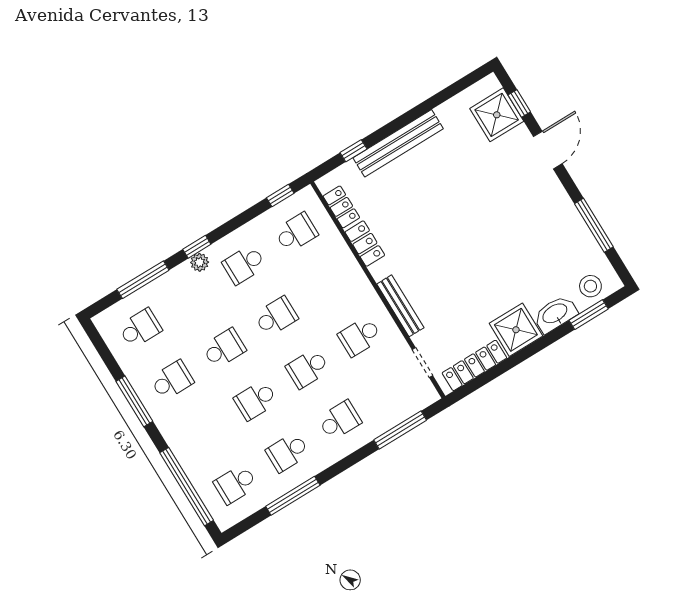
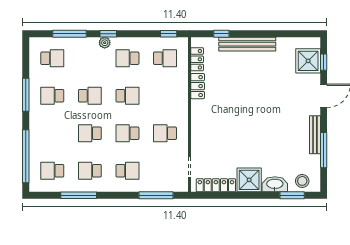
bench: (400, 306) -> (315, 135), moved
school desk: (172, 380) -> (52, 96), turned 180

